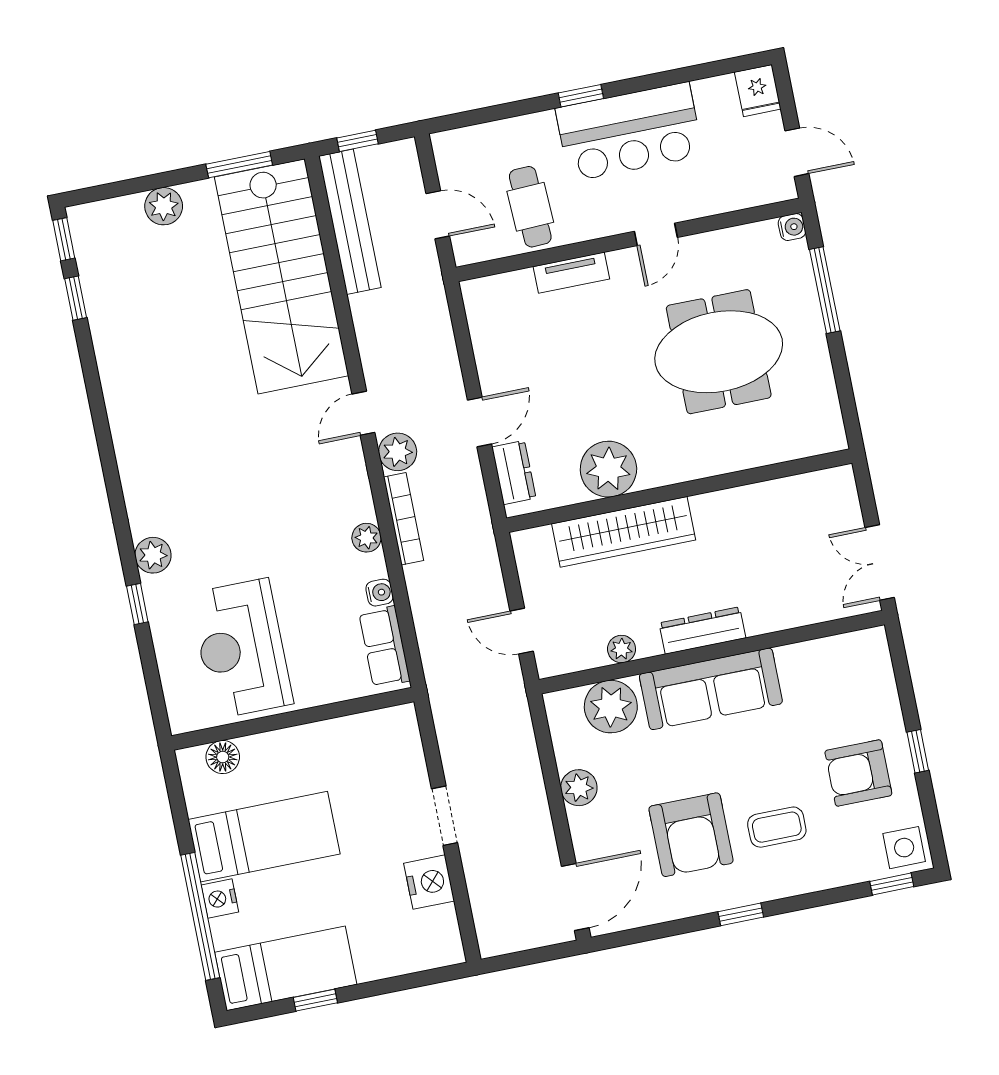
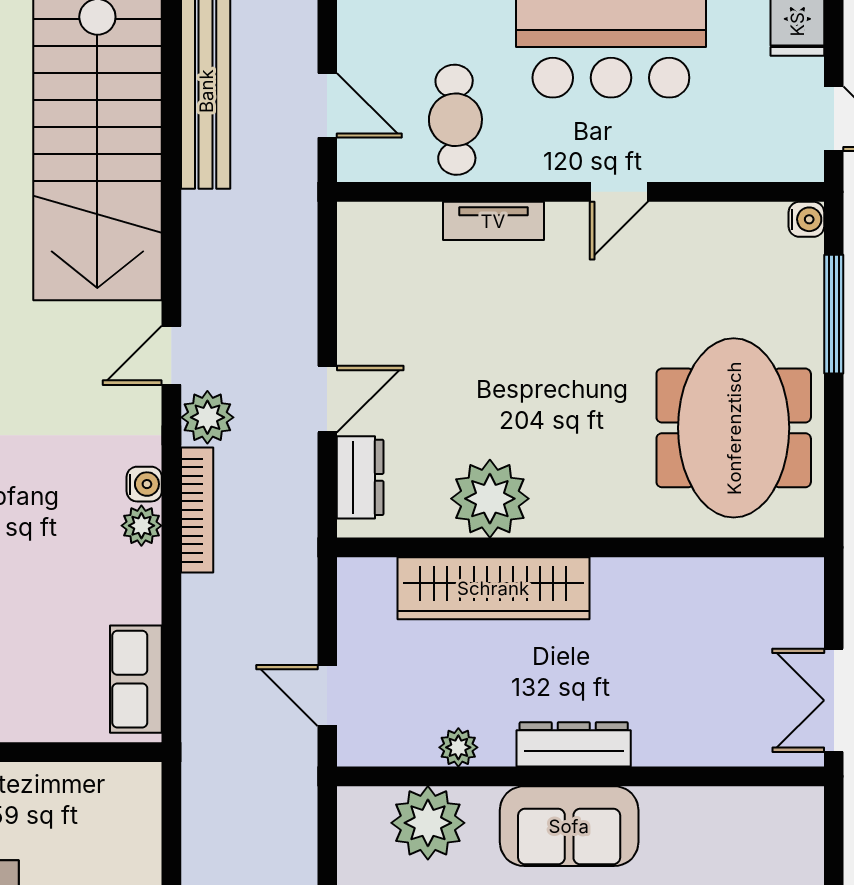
meeting table: (719, 352) -> (734, 428), moved, turned 90
water cooler: (380, 593) -> (144, 484), moved
sofa: (711, 689) -> (569, 826), width x0.73

